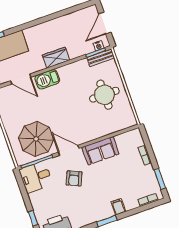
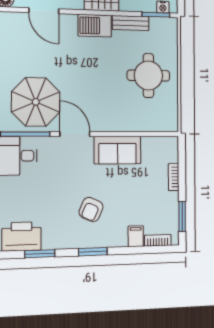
bench: (101, 58) -> (131, 23), moved
barbecue: (47, 79) -> (95, 26), moved
armchair: (74, 178) -> (91, 209), moved
filing cabinet: (118, 207) -> (136, 236), moved

